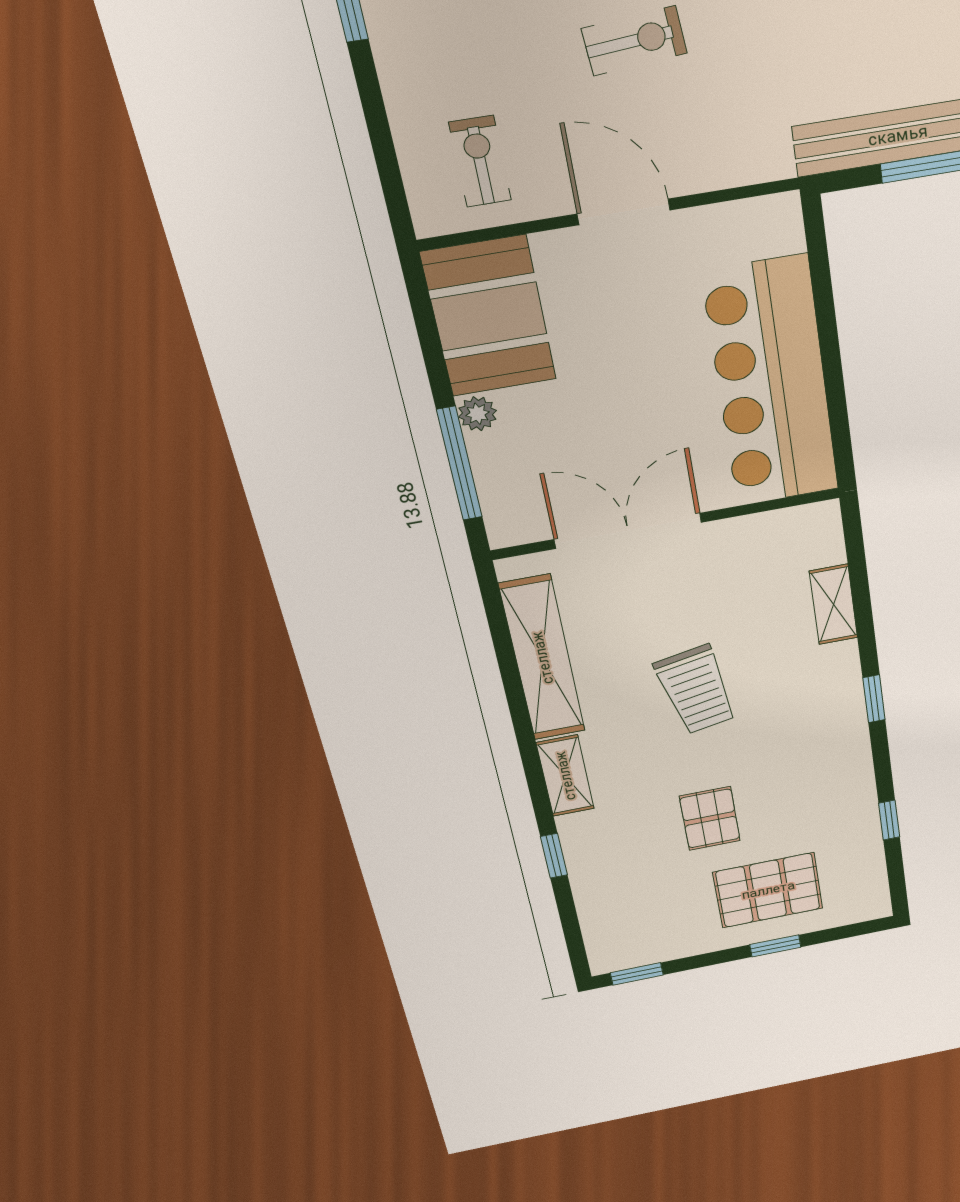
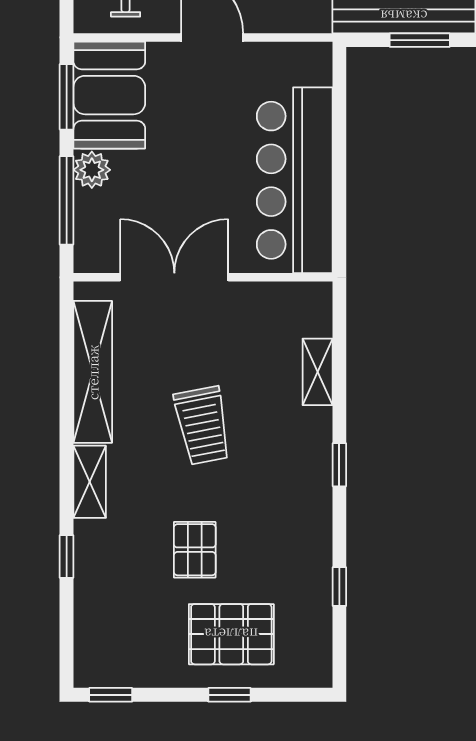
window: (427, 329) -> (67, 97), added
plant: (477, 414) -> (92, 170), width x1.38, depth x1.38

